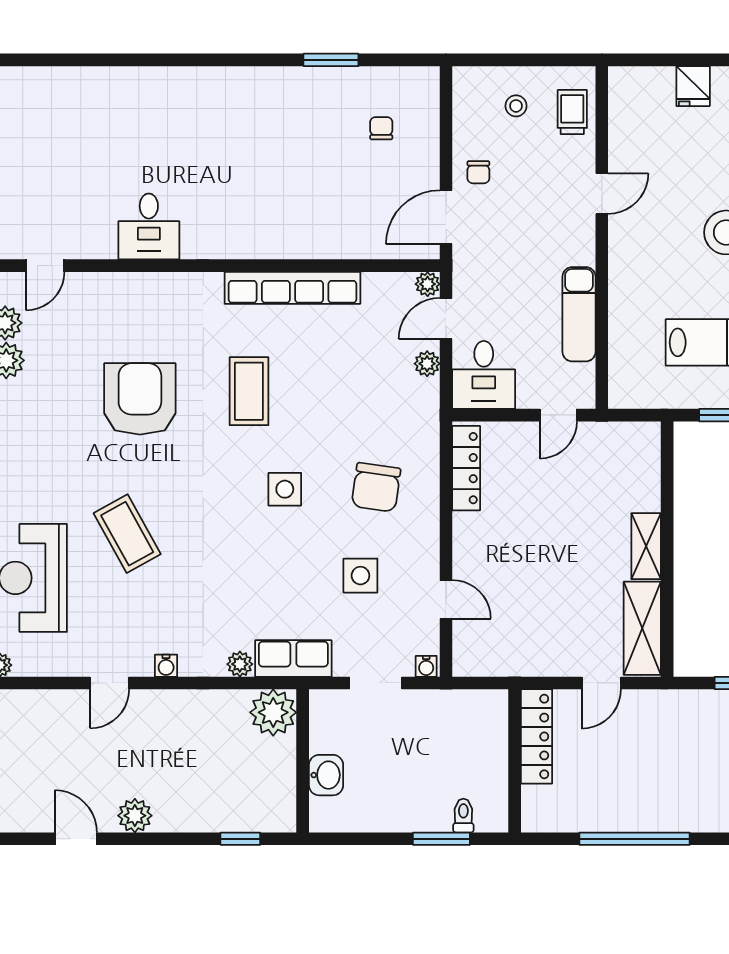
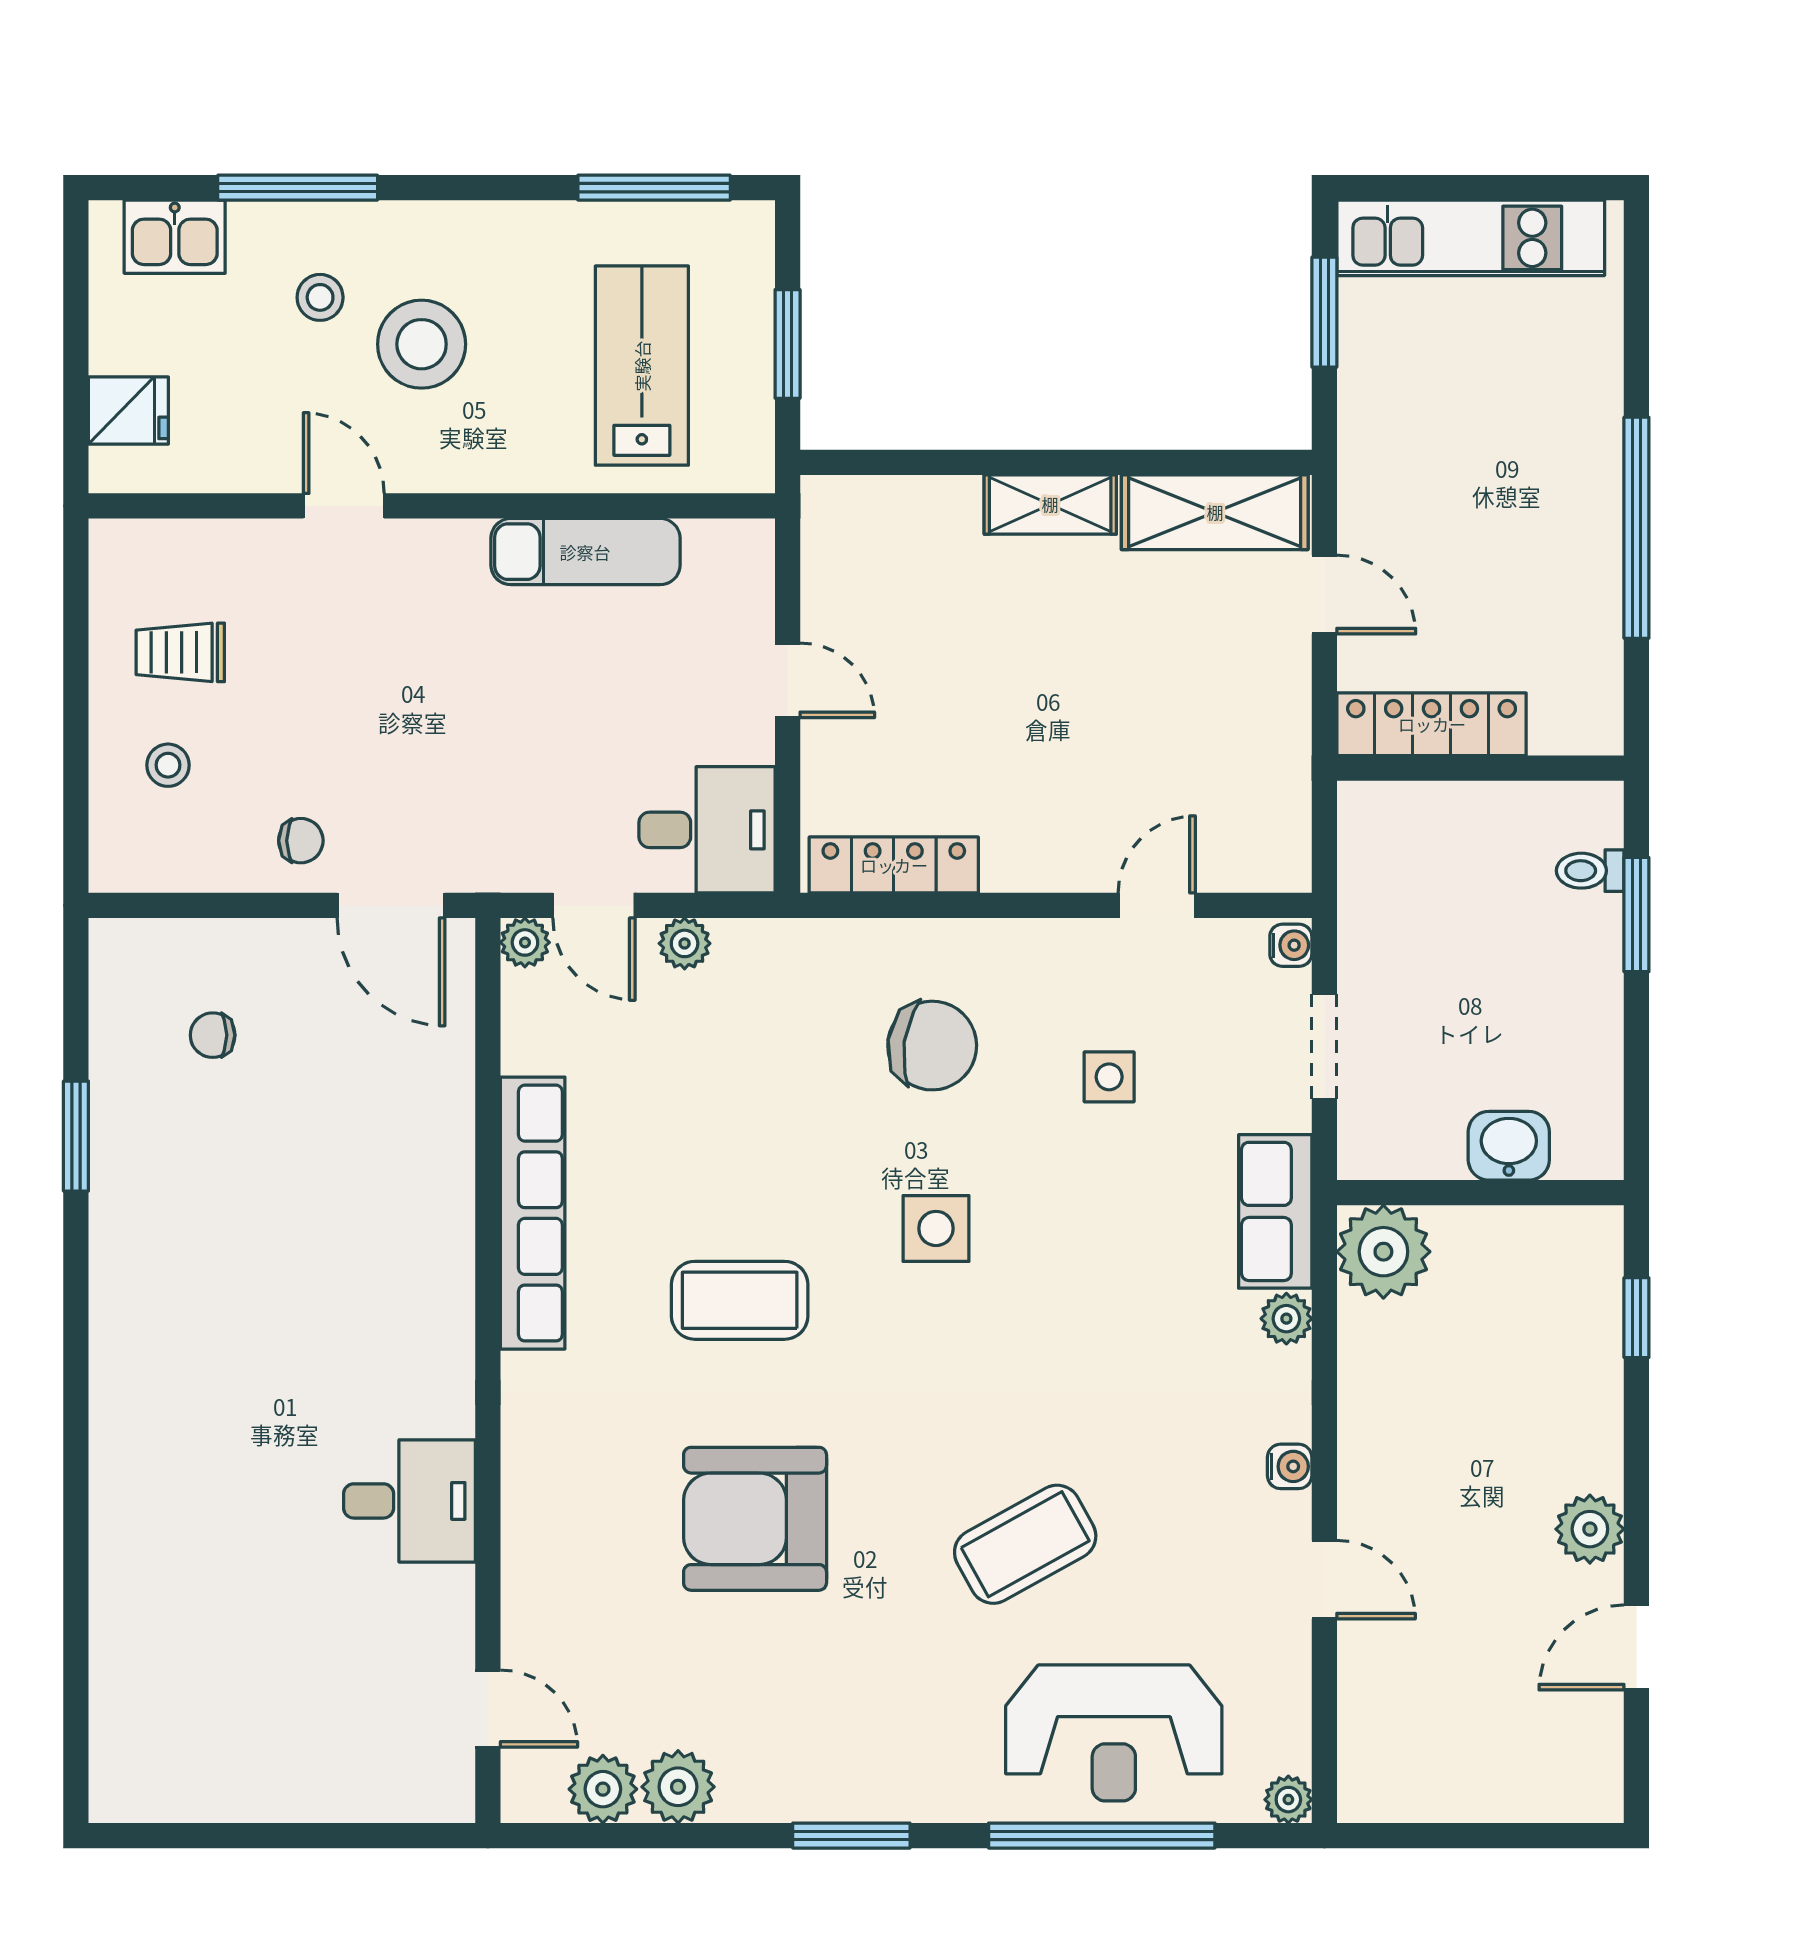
door: (602, 194) -> (344, 506), moved
wall: (602, 238) -> (432, 506), moved
exam couch: (579, 314) -> (585, 552), moved
side table: (360, 576) -> (1109, 1077), width x0.73, depth x0.73

